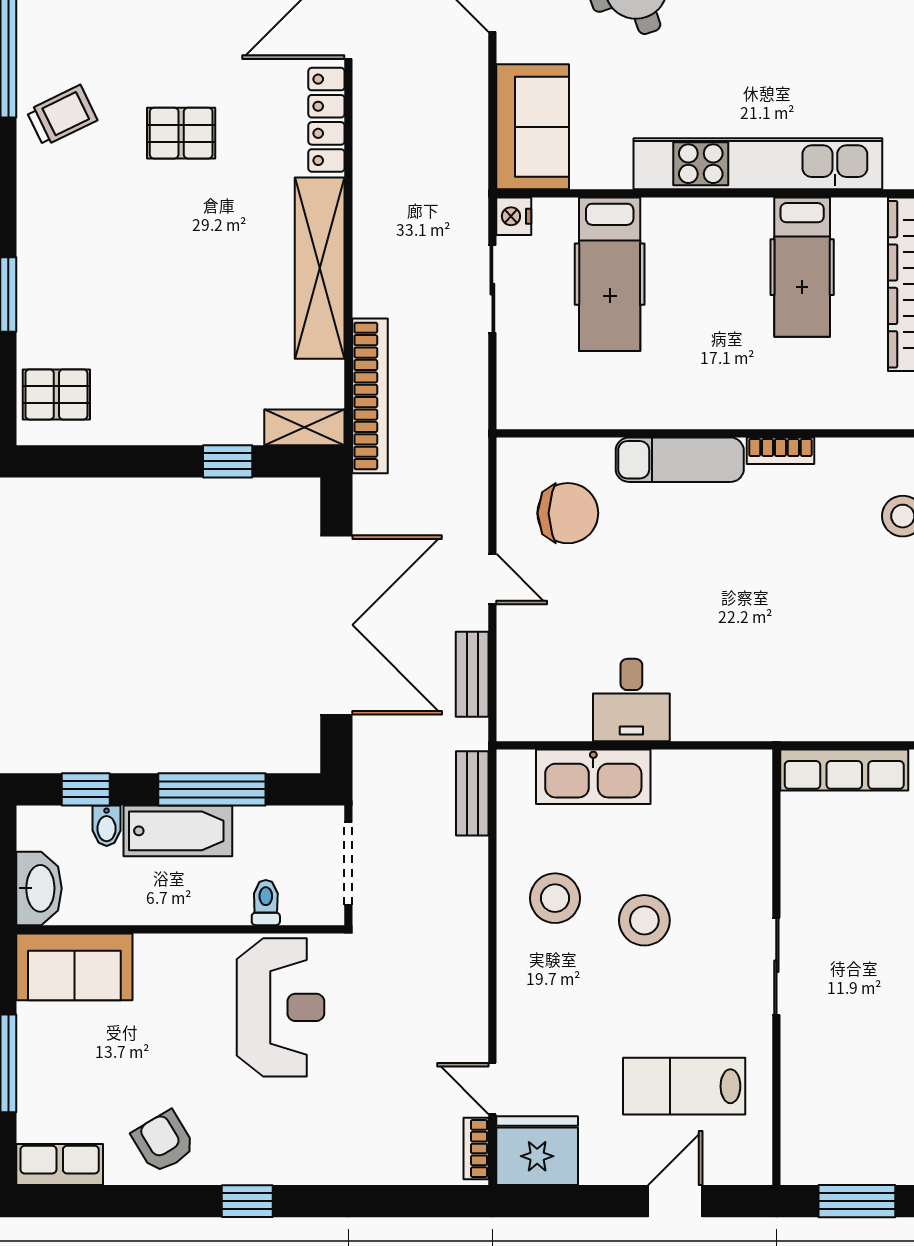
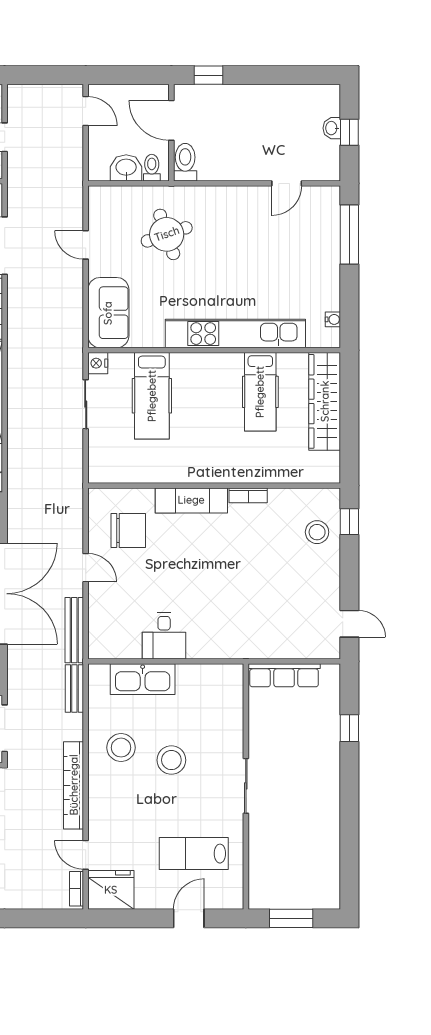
bookcase: (370, 396) -> (74, 785), moved, turned 180
bench: (472, 674) -> (74, 630), width x1.36

